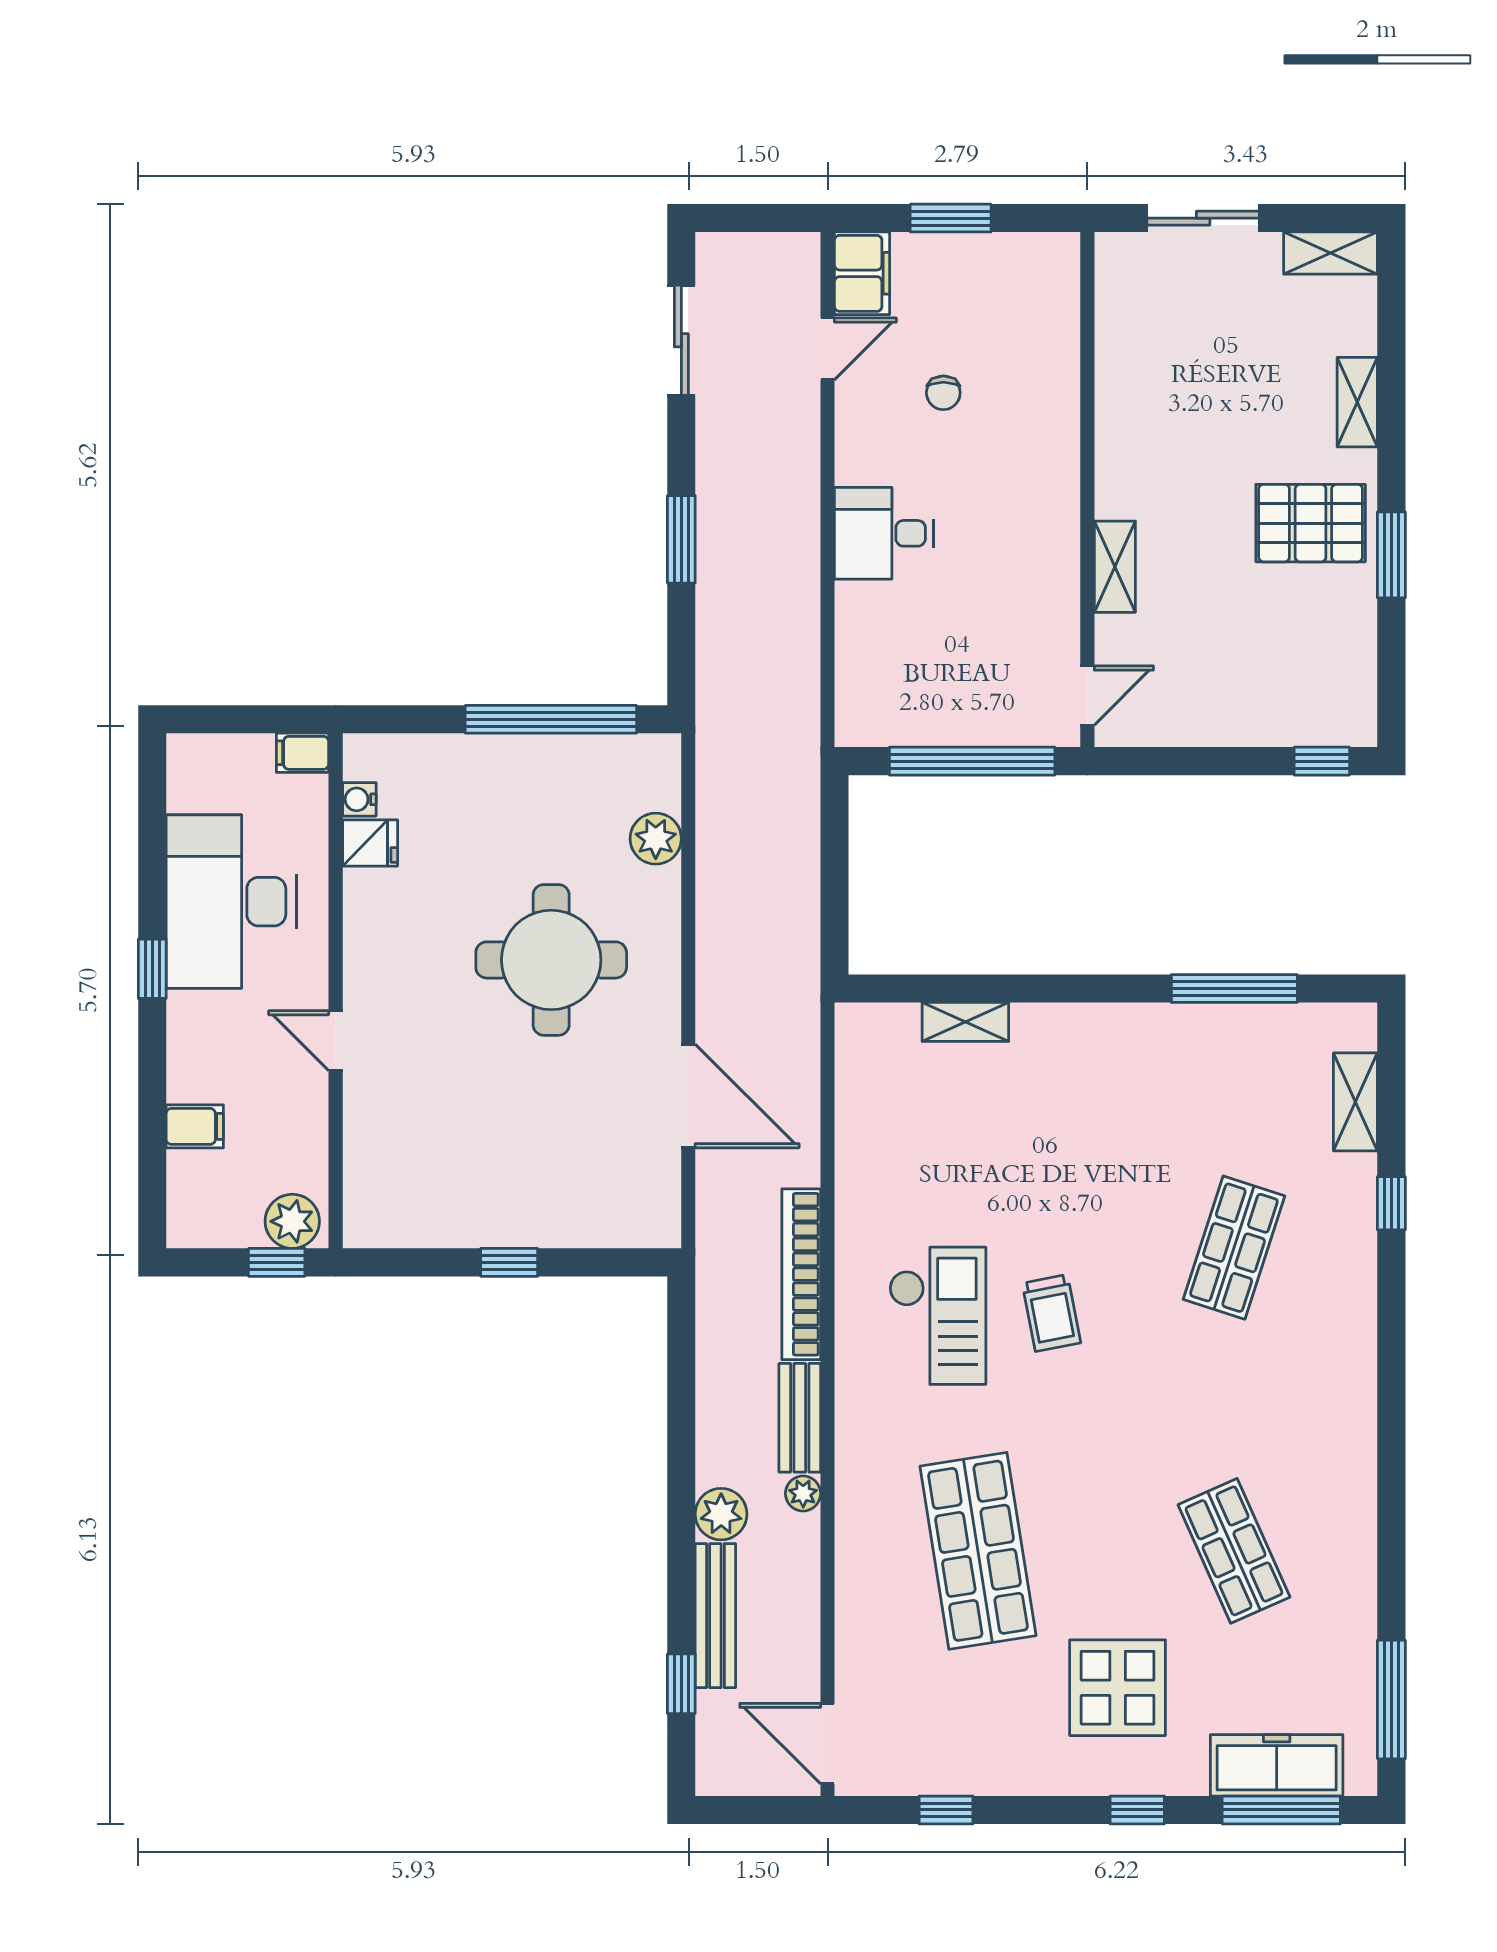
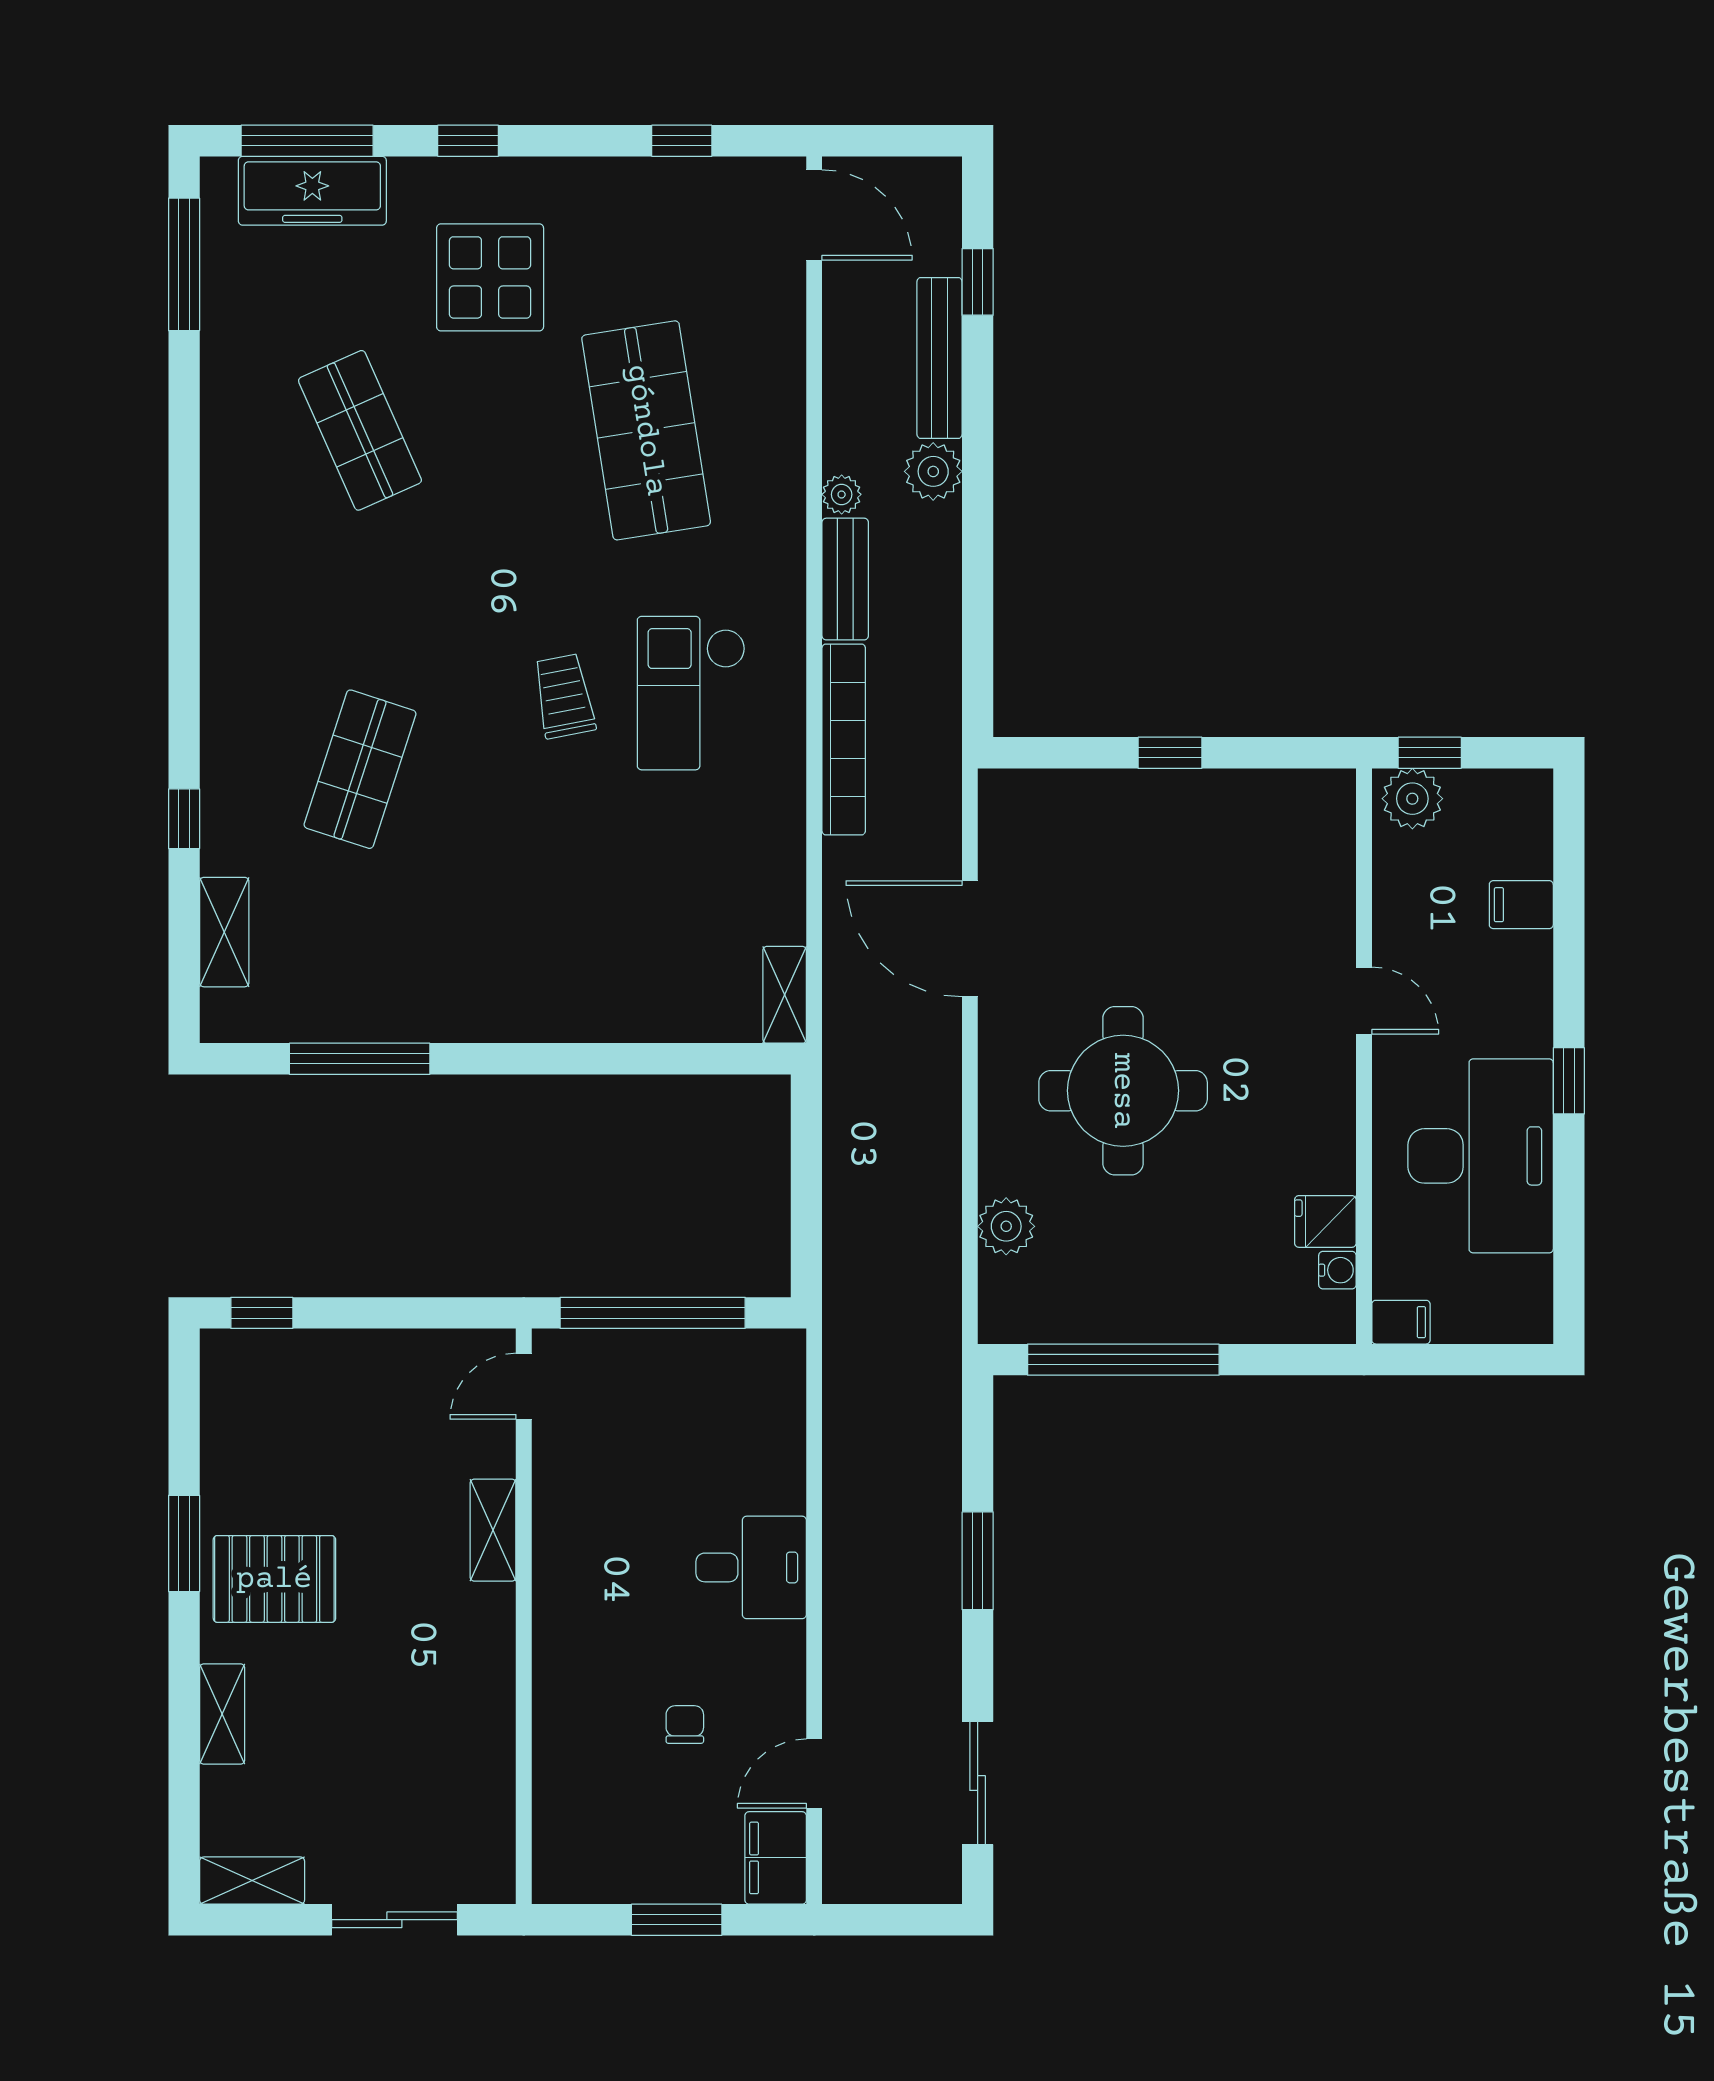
shelving: (965, 1022) -> (785, 995), moved, turned 90

